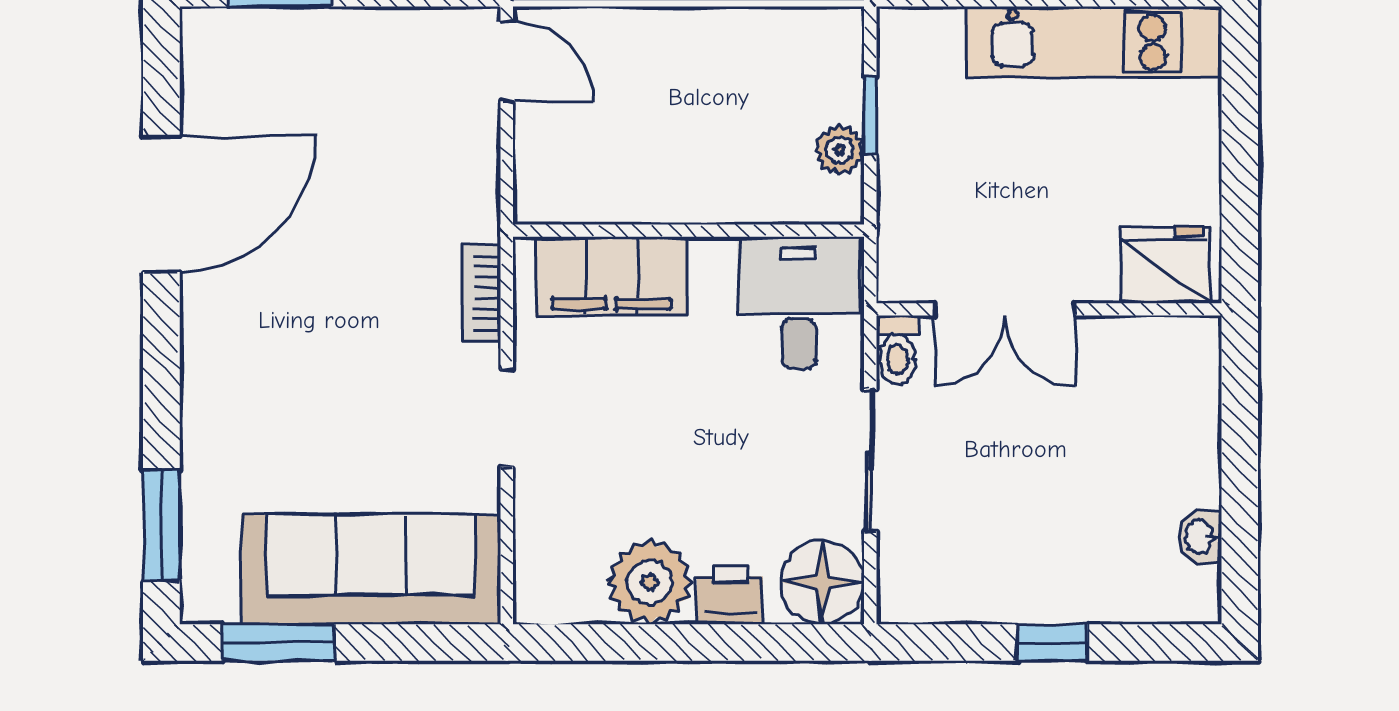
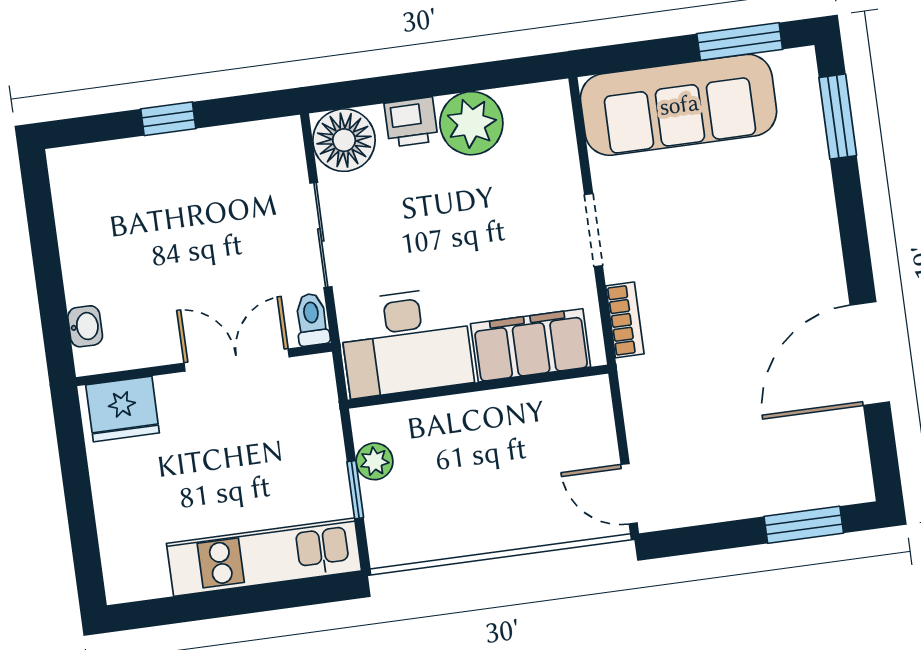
kitchen unit: (1094, 42) -> (264, 557), moved
desk: (799, 303) -> (406, 342), width x1.37
washbasin: (1200, 537) -> (85, 326), moved

